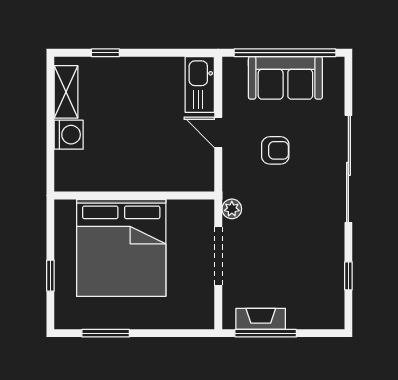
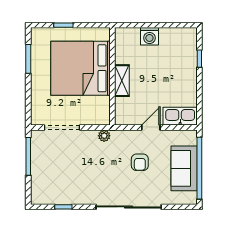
shelving: (66, 92) -> (122, 81), moved, turned 90
doorway: (218, 256) -> (62, 127), moved
fireplace: (261, 319) -> (37, 153), removed

